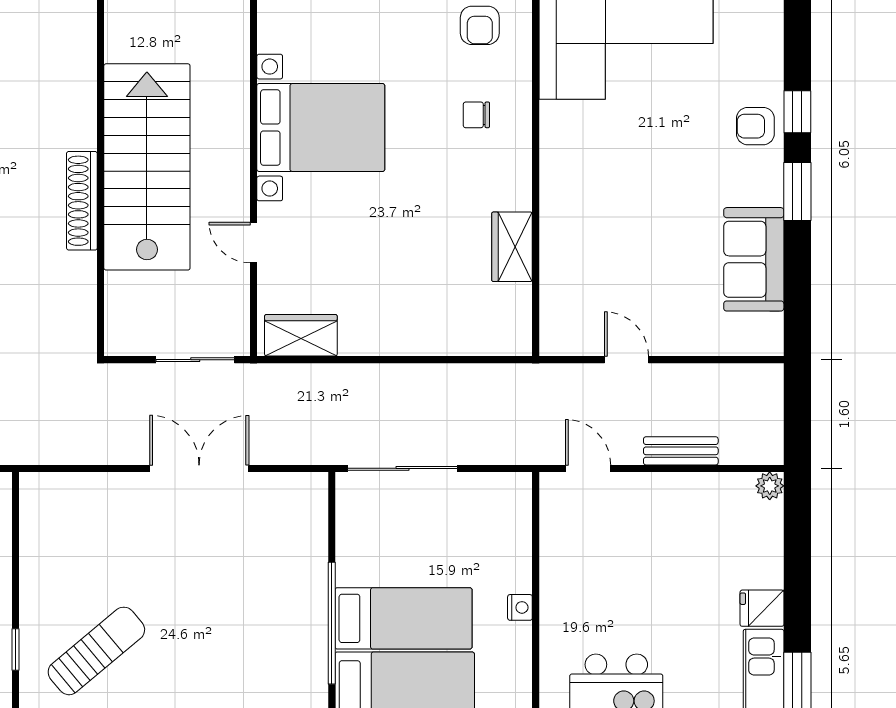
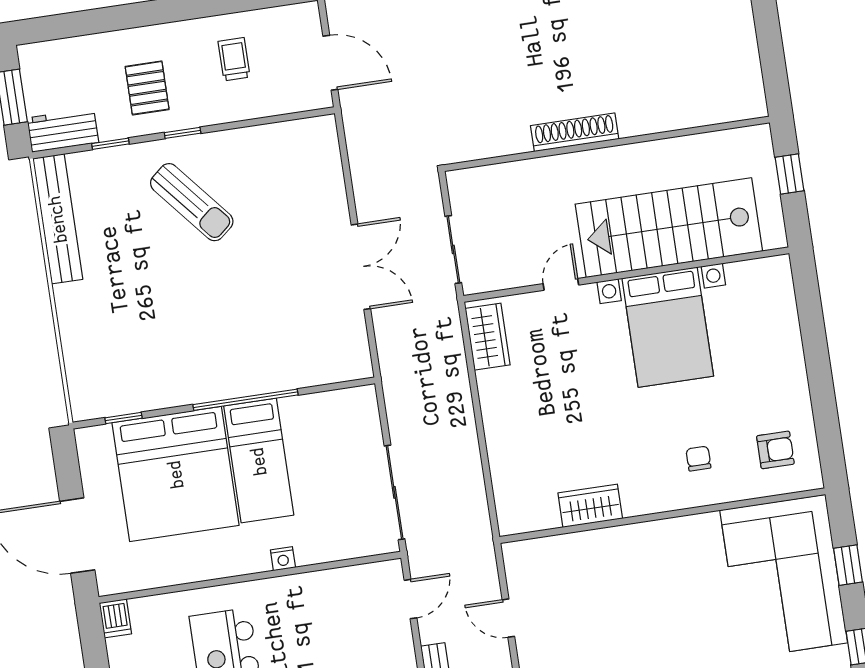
armchair: (480, 25) -> (775, 450), turned 180
stairs: (147, 167) -> (669, 228), moved, turned 180
door: (627, 360) -> (508, 618), swing flipped
sliding door: (403, 468) -> (395, 492), moved

